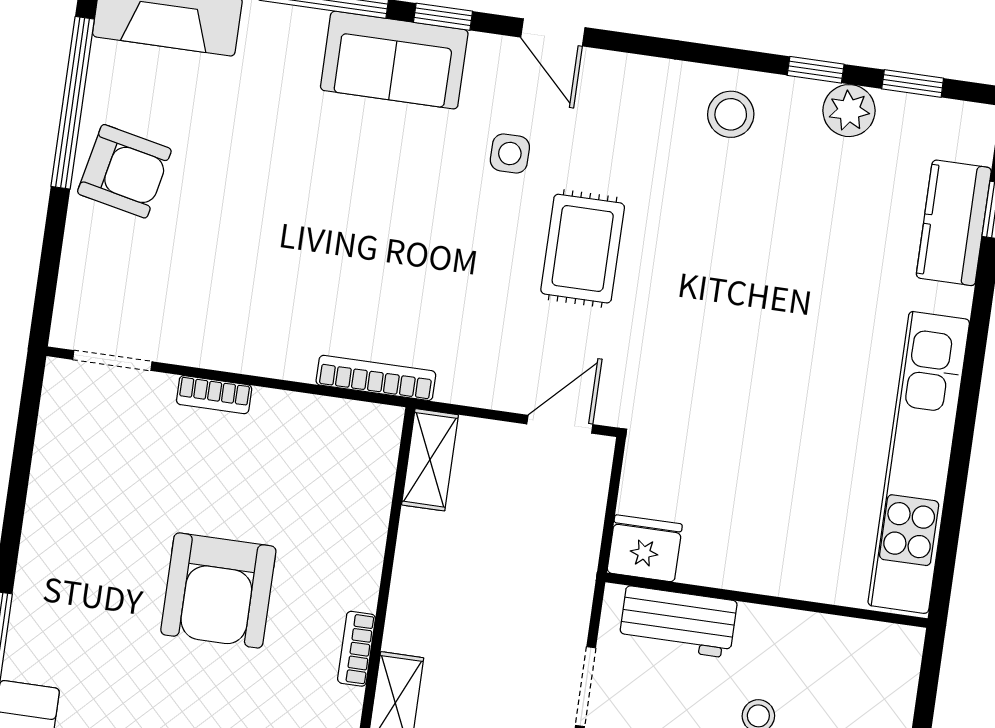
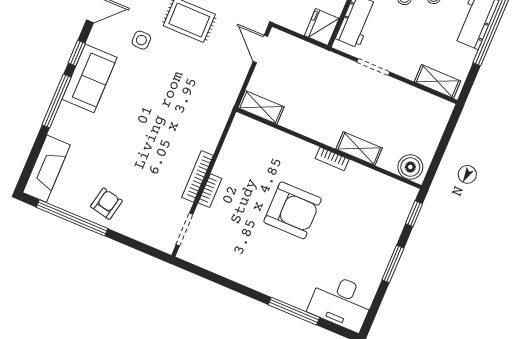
armchair: (124, 171) -> (106, 204), width x0.72, depth x0.72
bookcase: (376, 378) -> (197, 176), moved

